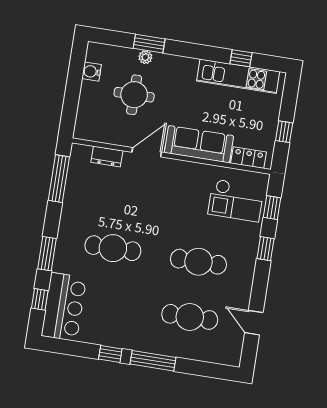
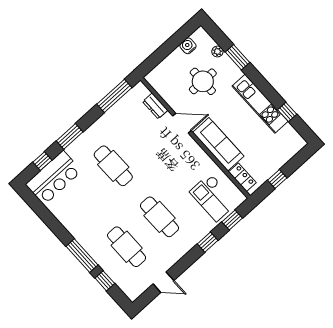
plant: (145, 57) -> (217, 52), moved
kitchen unit: (238, 76) -> (260, 104), moved
door: (254, 323) -> (163, 282), swing flipped
window: (110, 354) -> (105, 281), moved

